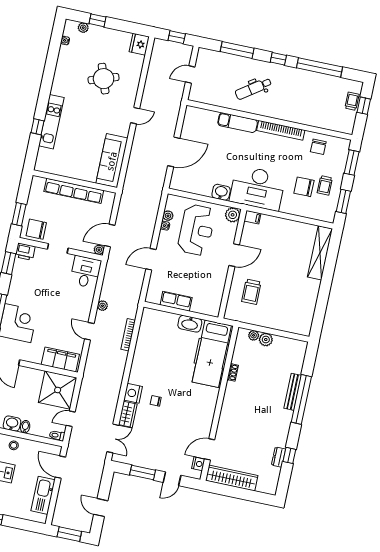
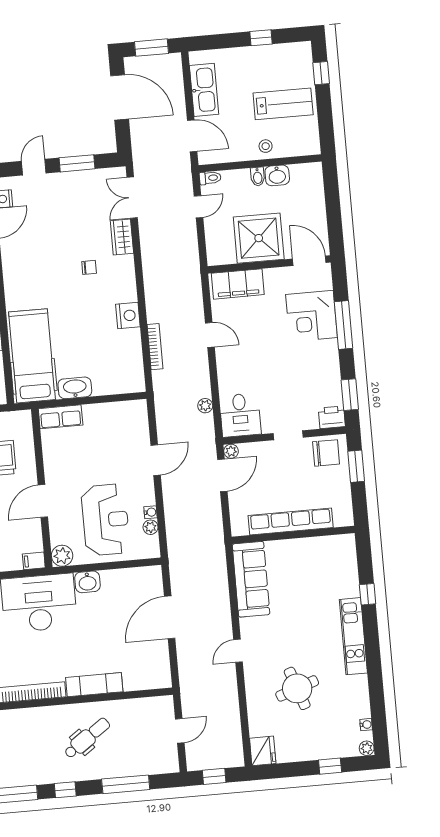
plant: (83, 28) -> (367, 748), moved
kitchen unit: (51, 122) -> (353, 636), moved
reception desk: (196, 230) -> (105, 520), turned 180
row of seats: (176, 301) -> (61, 417), moved
plant: (103, 306) -> (205, 406), moved
shower: (58, 390) -> (259, 238), moved
nightstand: (133, 393) -> (128, 316), moved
door: (101, 508) -> (120, 97), width x1.88

